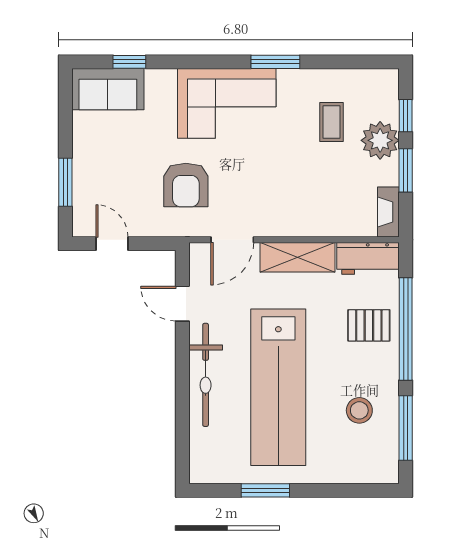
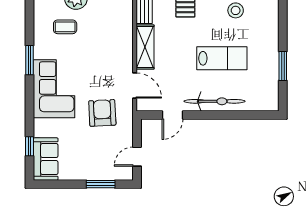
armchair: (186, 185) -> (102, 113), turned -93
lab bench: (278, 387) -> (222, 58), width x0.54, depth x0.72

